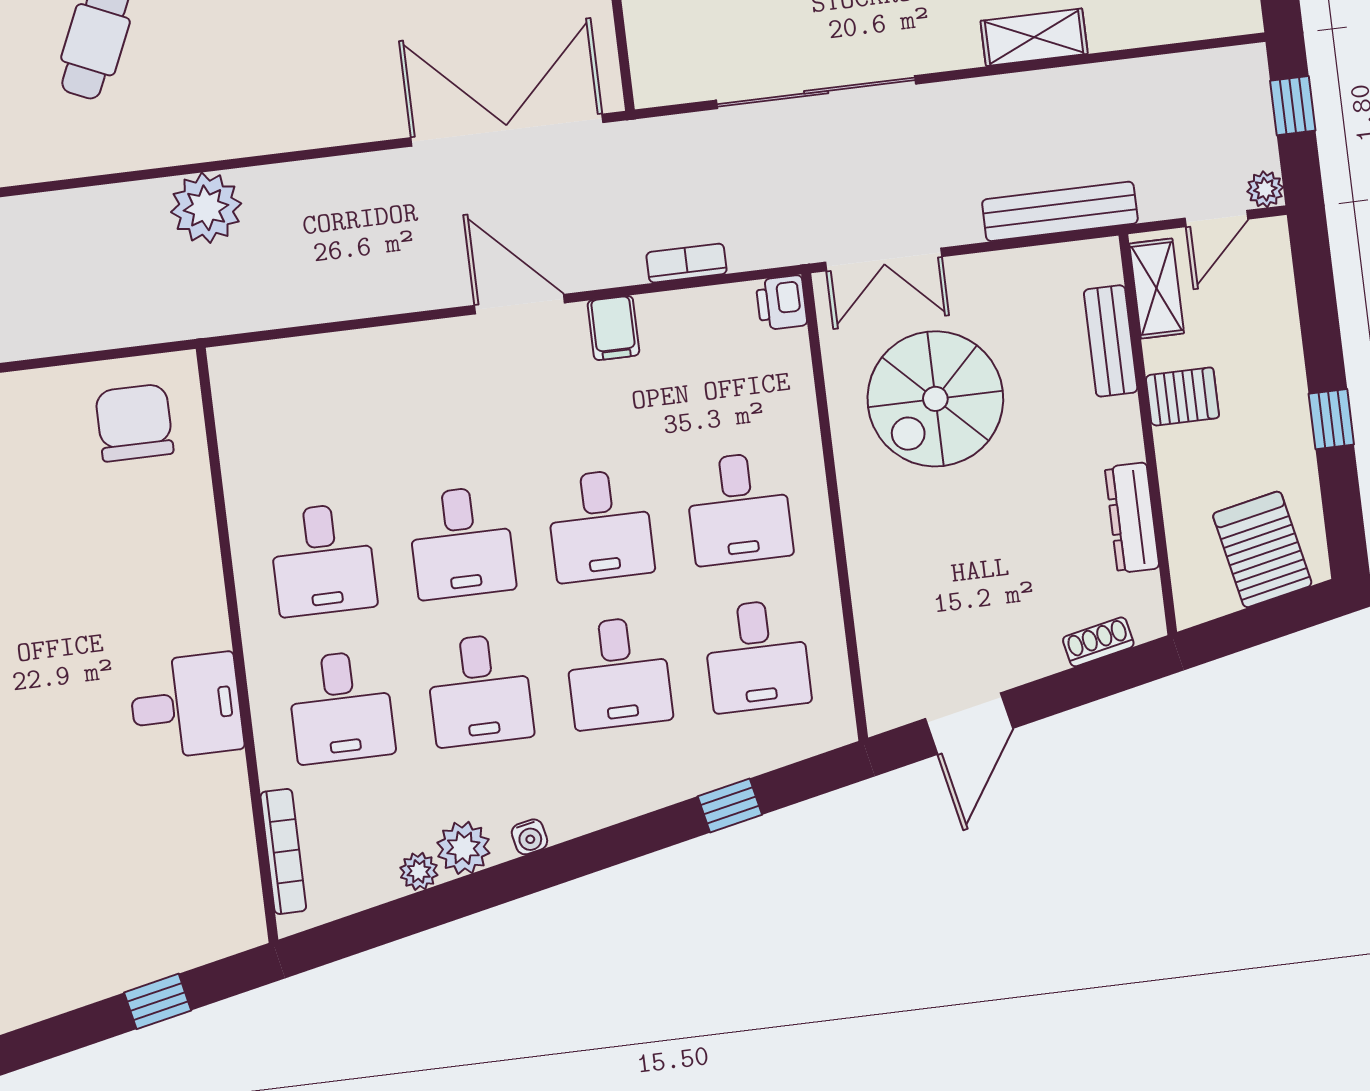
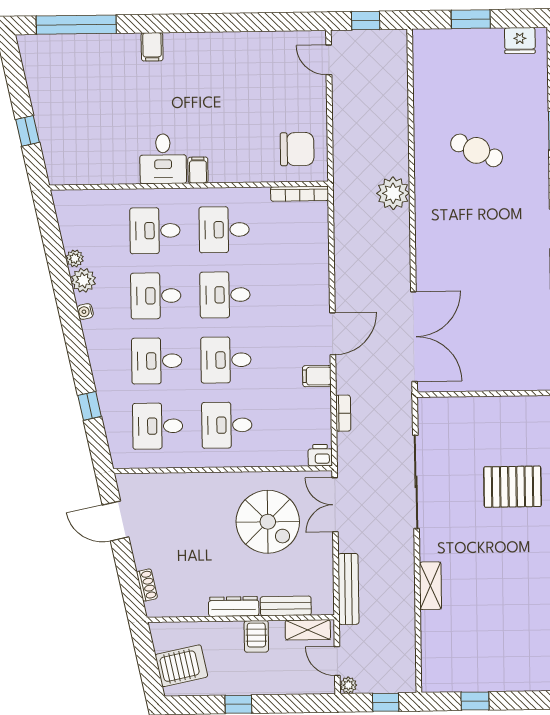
spiral stairs: (935, 399) -> (268, 522), turned 180
dresser: (1132, 518) -> (234, 606), moved
filing cabinet: (202, 629) -> (198, 170), added
bookcase: (283, 851) -> (300, 194), moved

